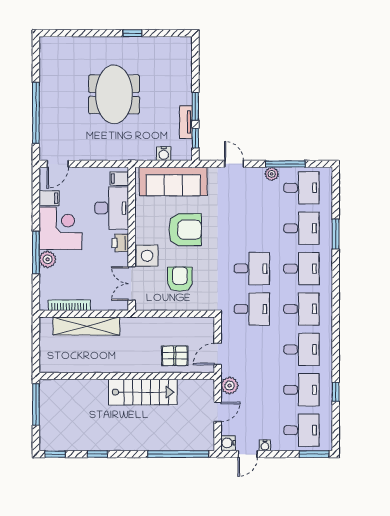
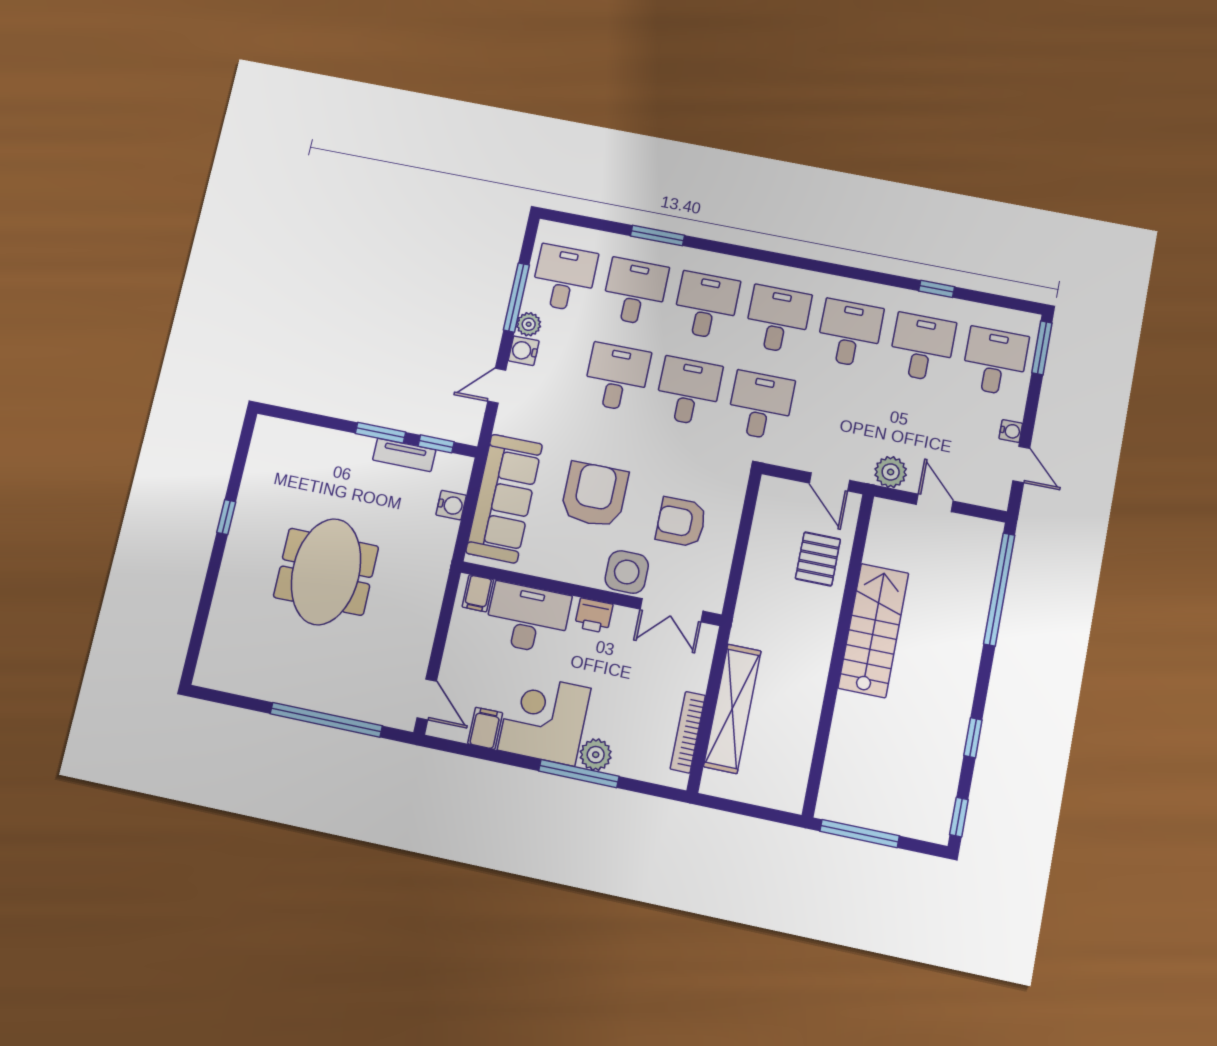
meeting table: (114, 94) -> (326, 572), turned 90
desk: (252, 228) -> (617, 377), added
water cooler: (228, 443) -> (524, 351), moved, turned 90

